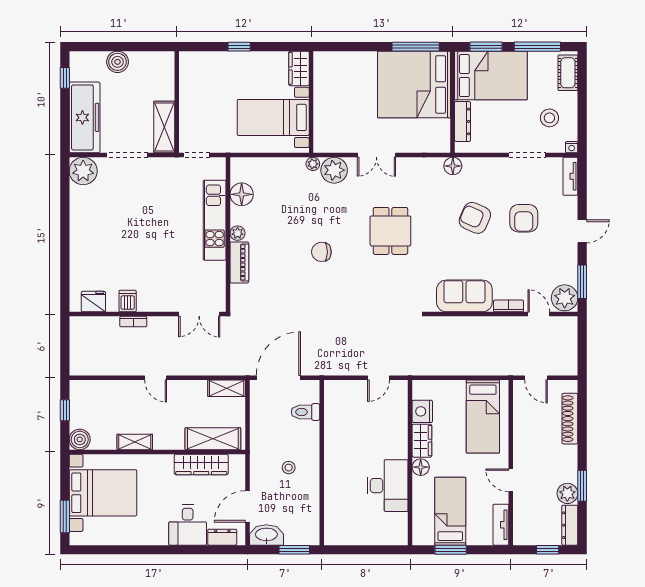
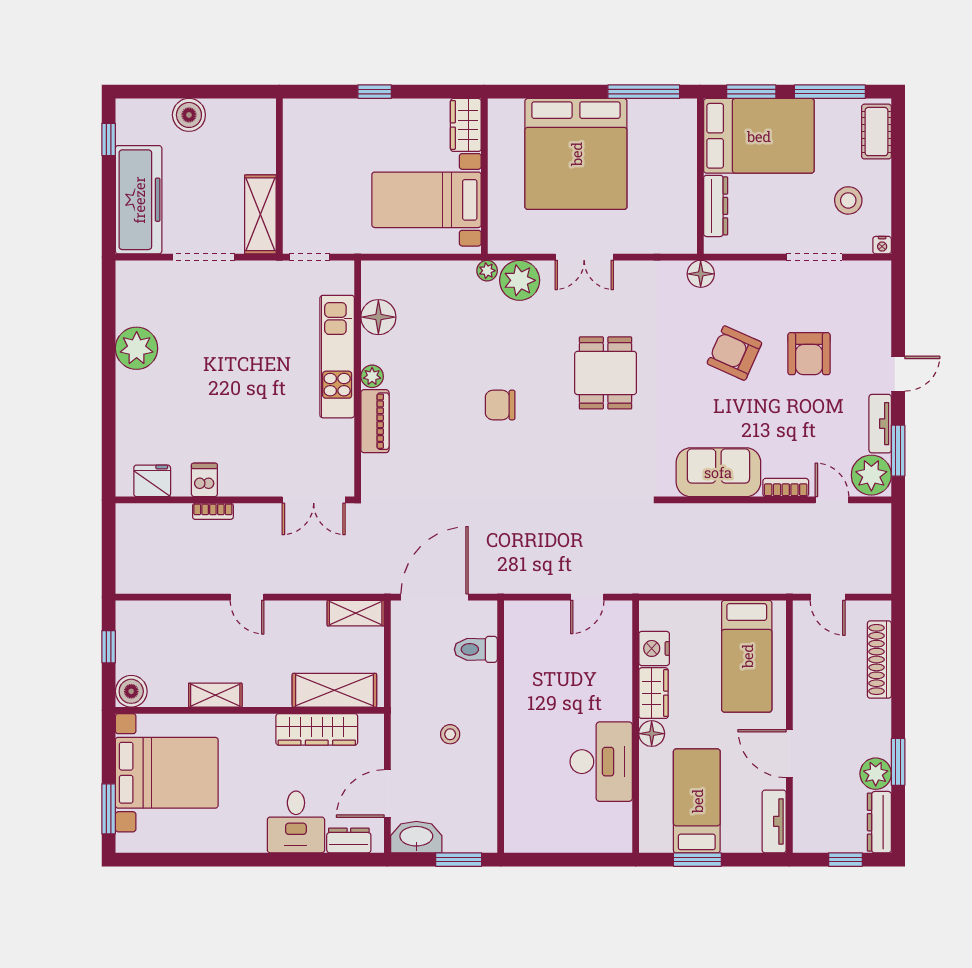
bed: (414, 84) -> (576, 154), moved, turned -90
plant: (83, 171) -> (137, 348), moved
tv unit: (570, 176) -> (880, 424), moved
door: (511, 480) -> (789, 754), width x1.38

